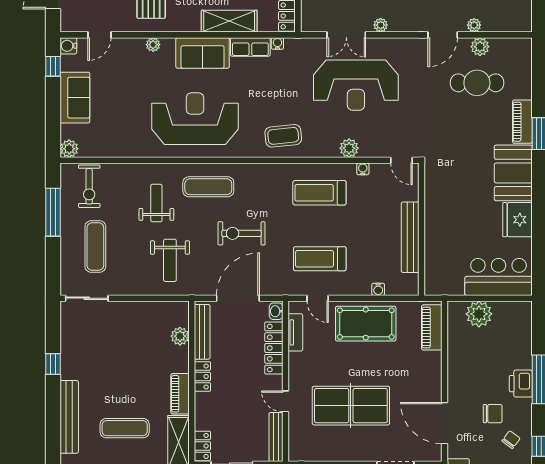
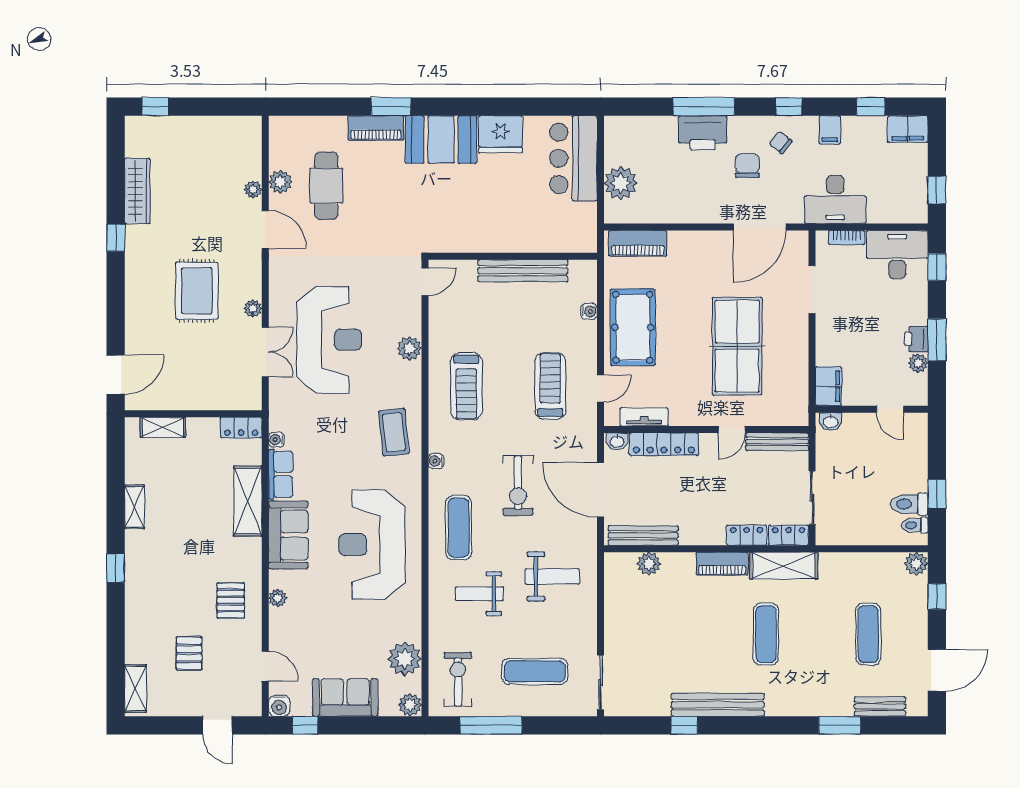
plant: (105, 144) -> (405, 659), added
water cooler: (363, 169) -> (436, 461), moved
exercise bike: (89, 186) -> (458, 679), turned -90
treadmill: (320, 259) -> (550, 386), turned 180
locker: (202, 377) -> (747, 535), moved
printer: (521, 384) -> (703, 133), width x1.37, depth x1.19
bench: (69, 417) -> (718, 705), moved

